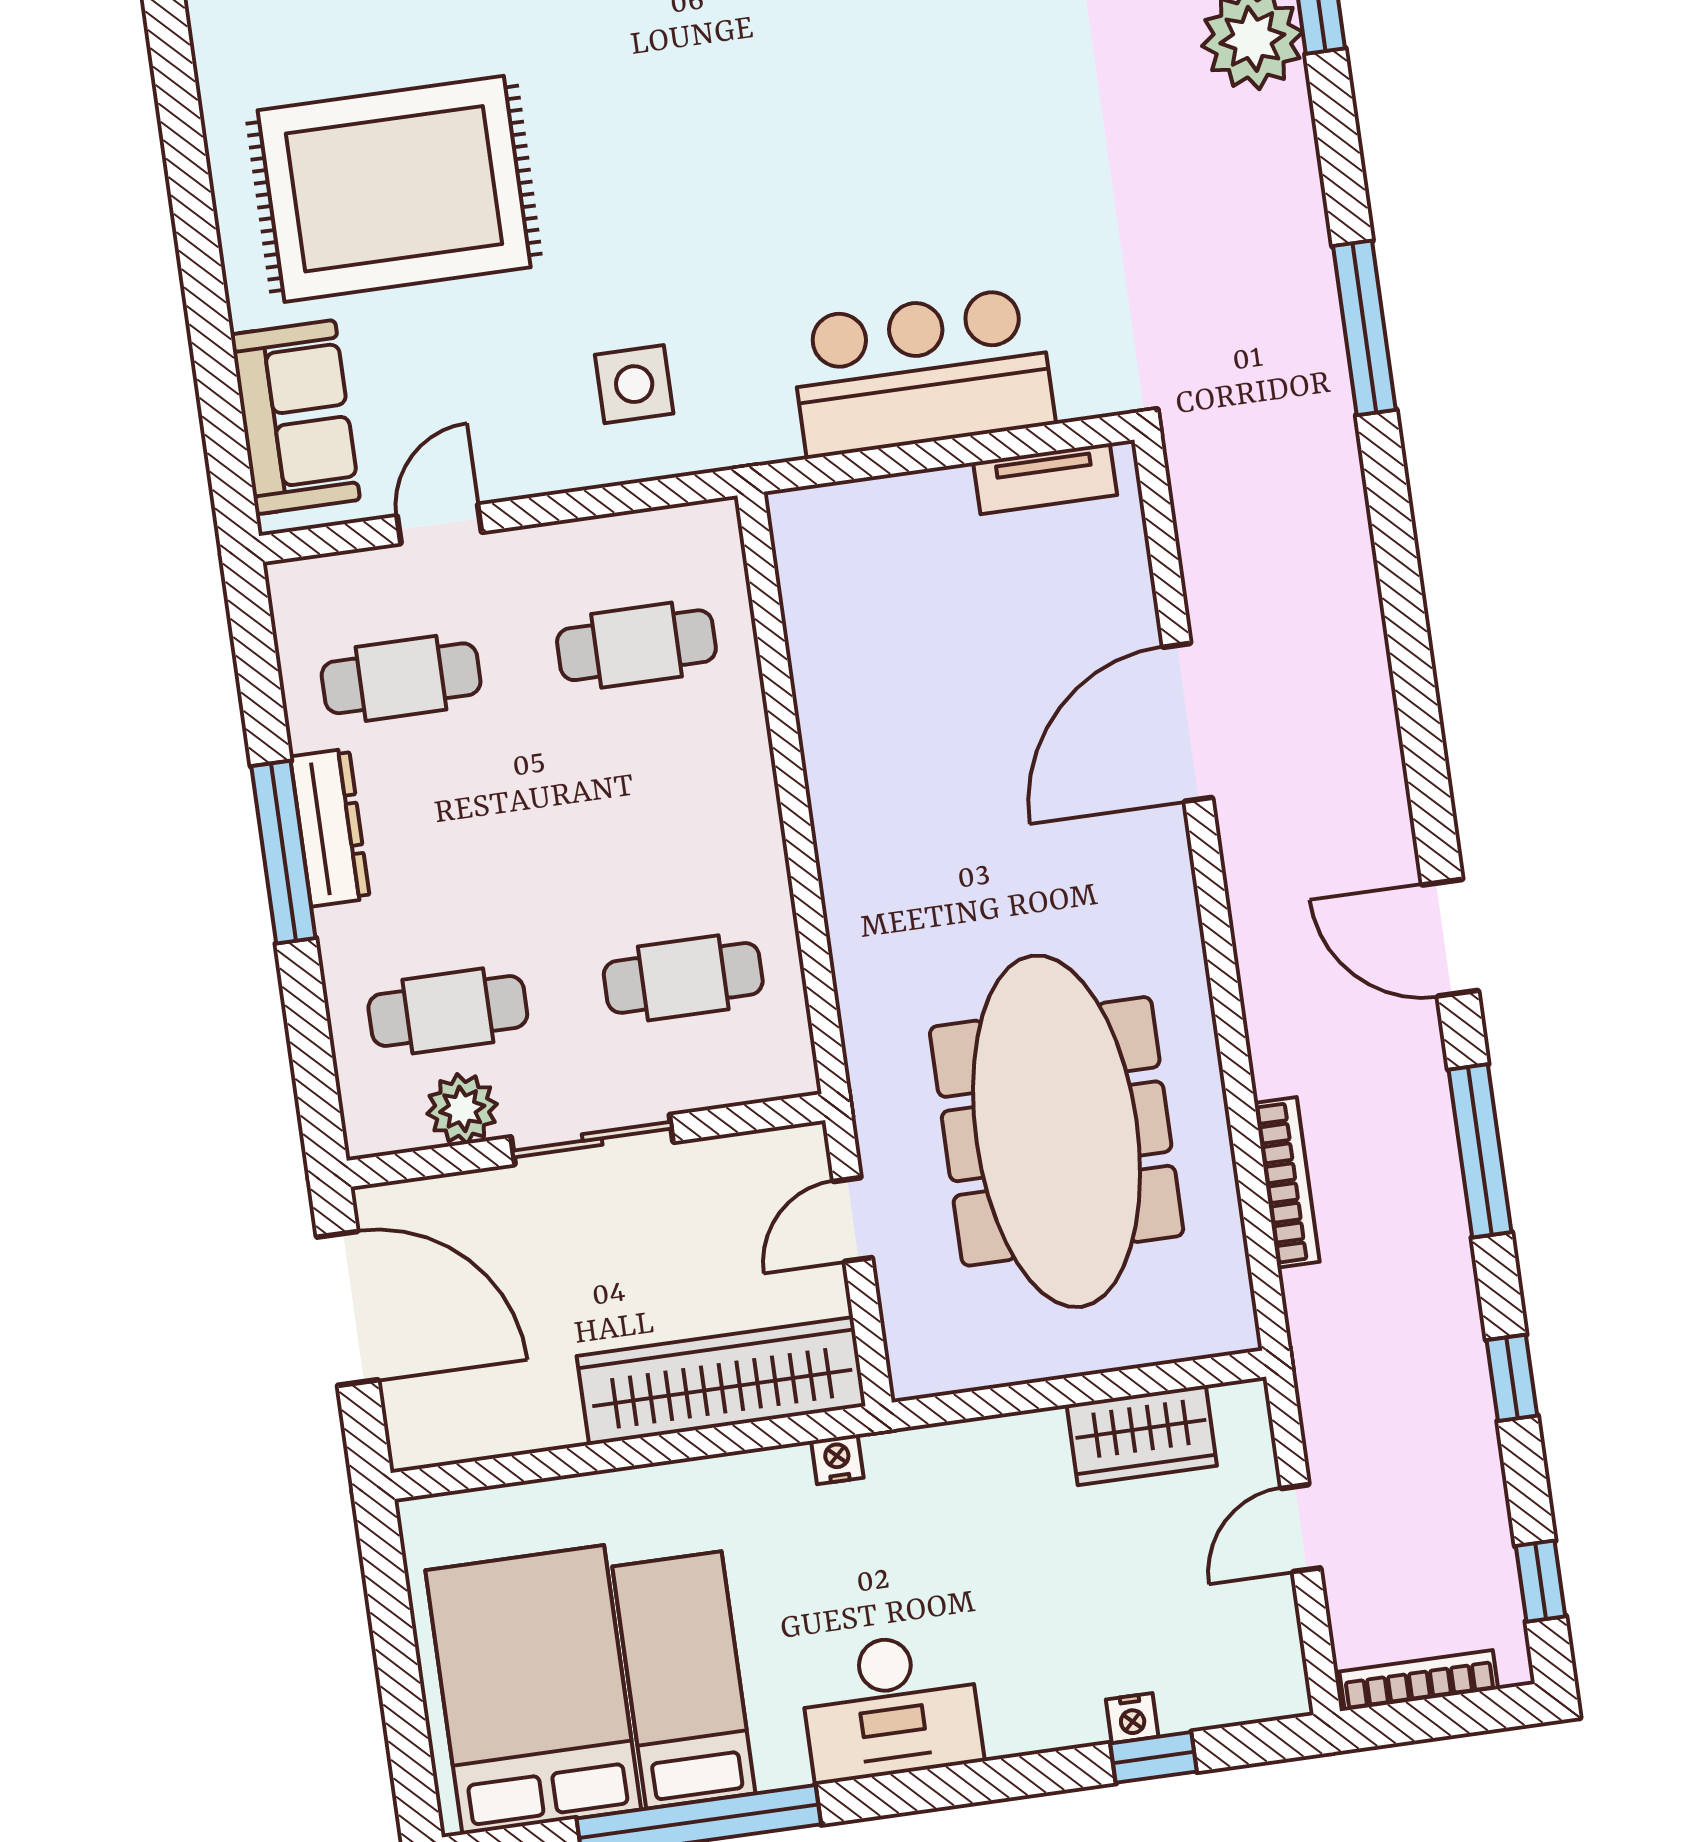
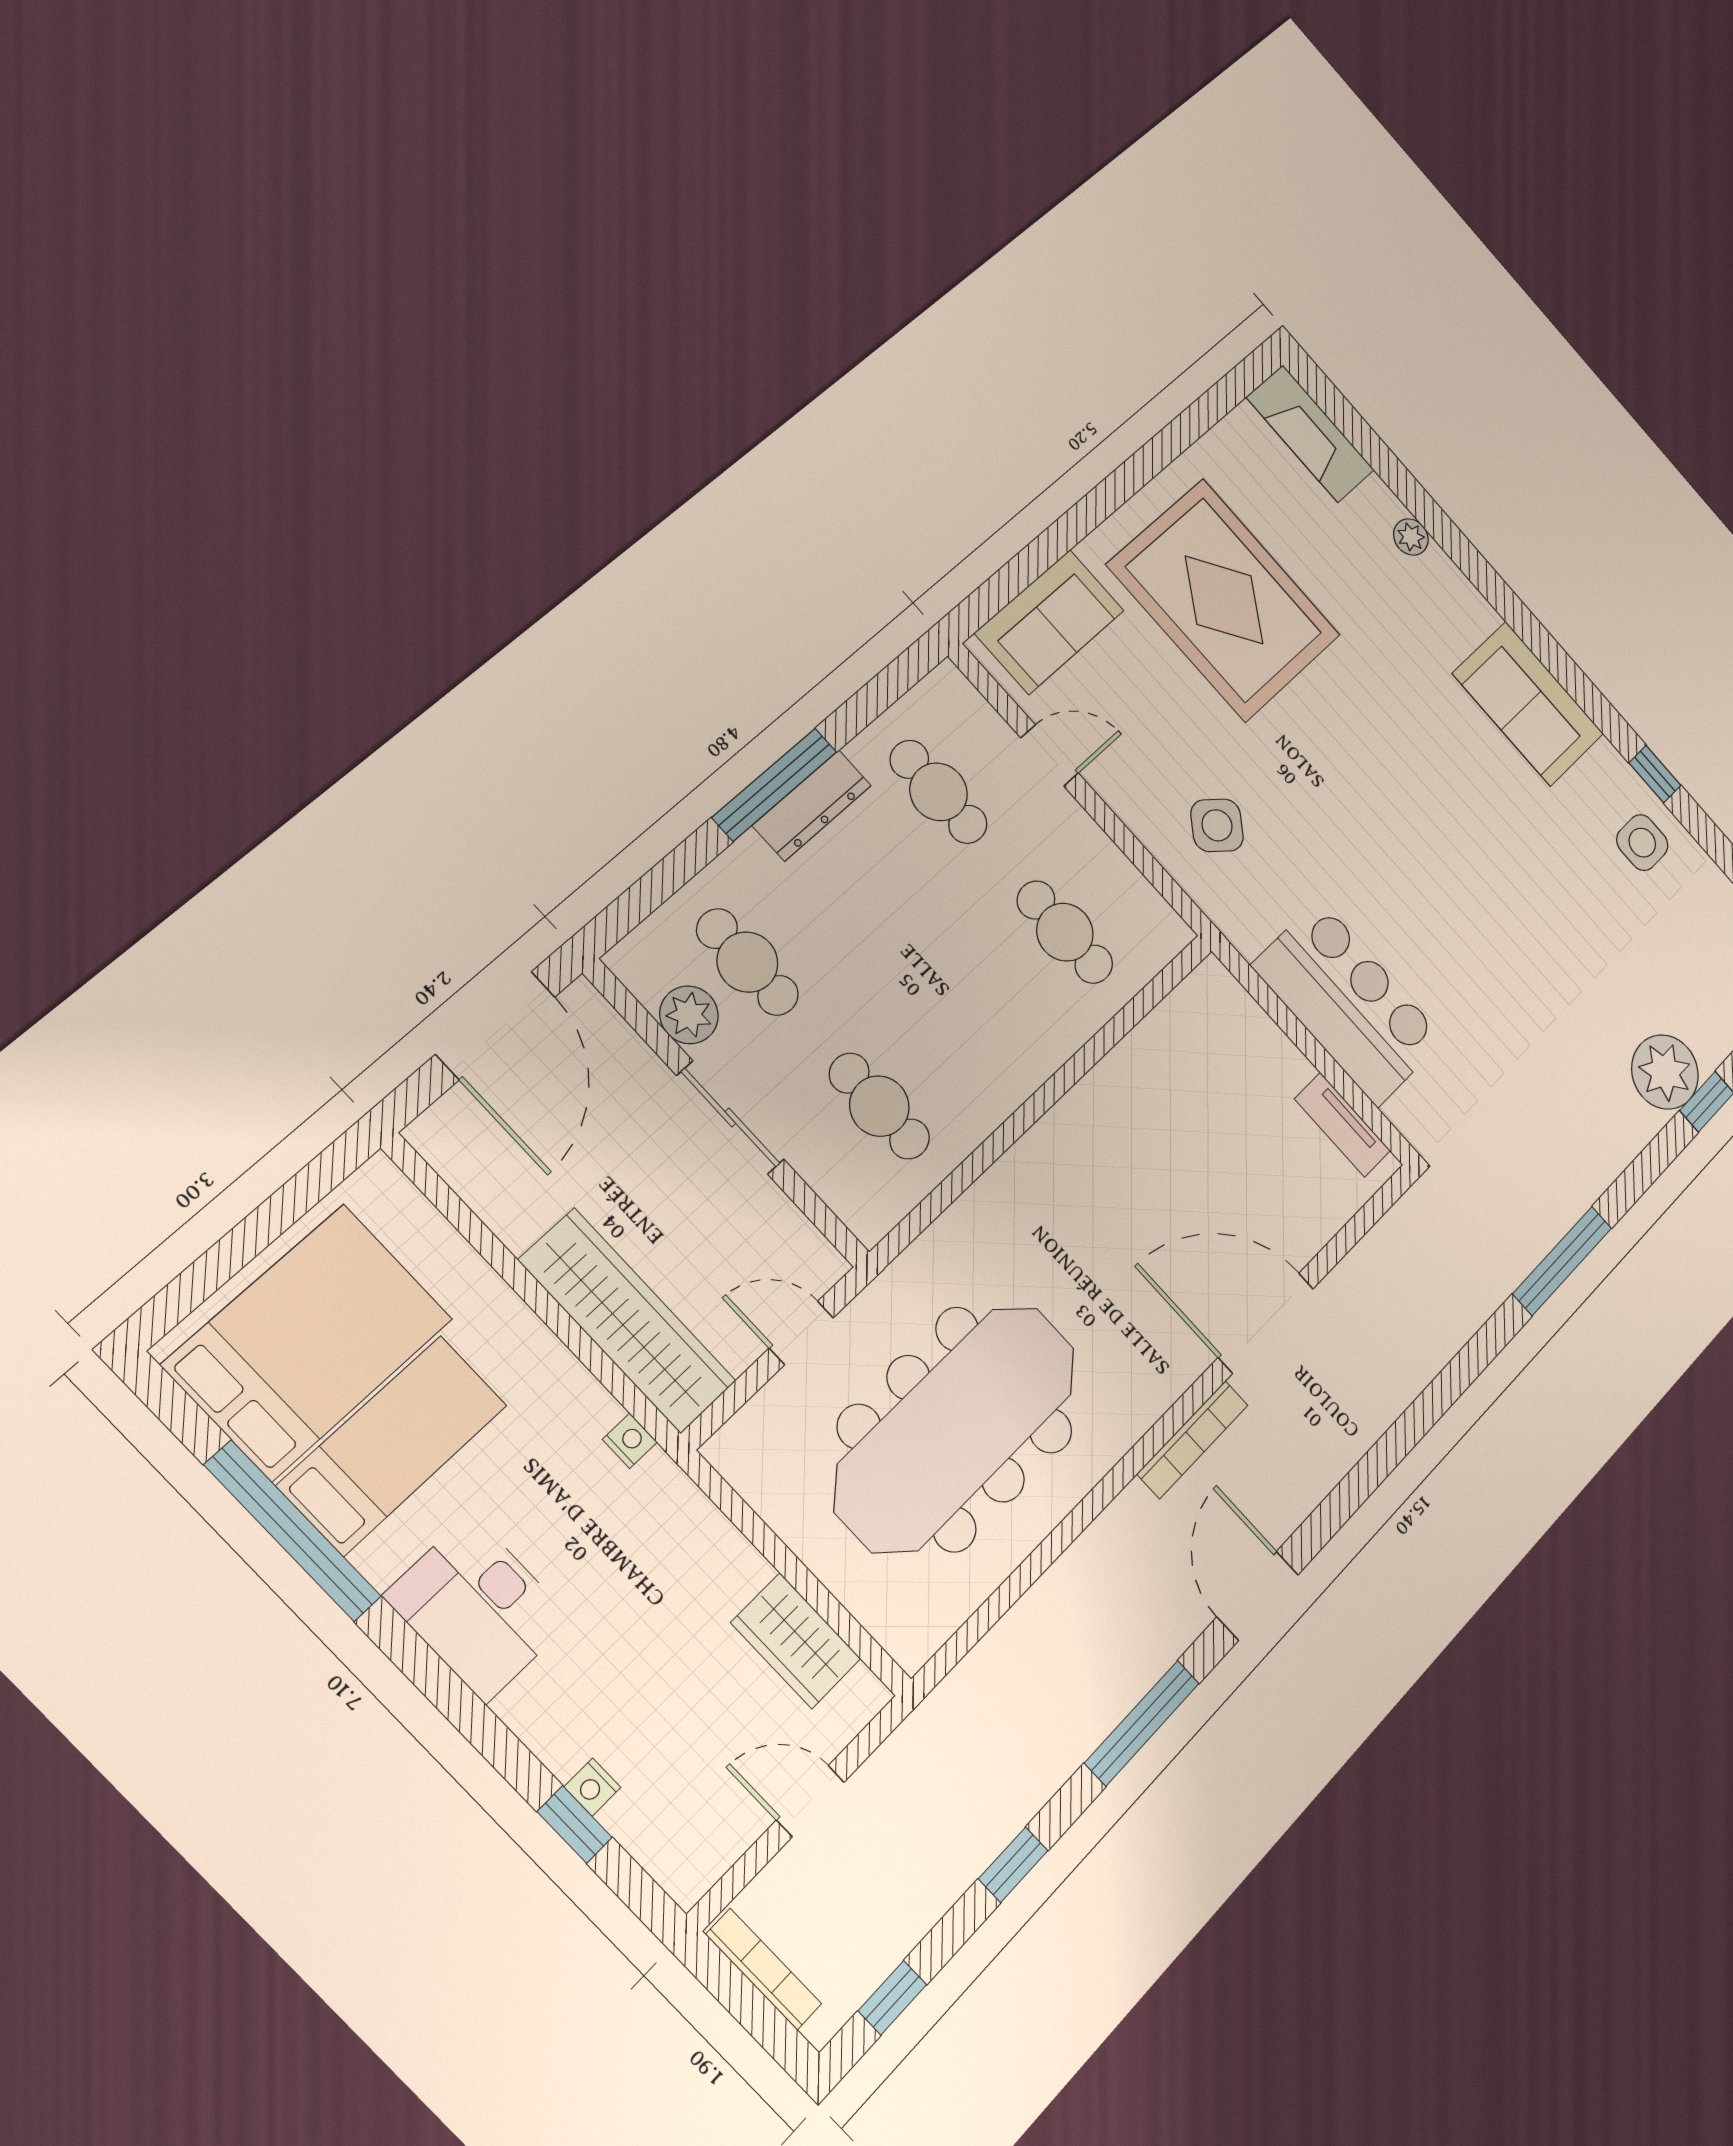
side table: (634, 384) -> (1217, 825), turned 38
bookcase: (1287, 1182) -> (1193, 1439), moved

